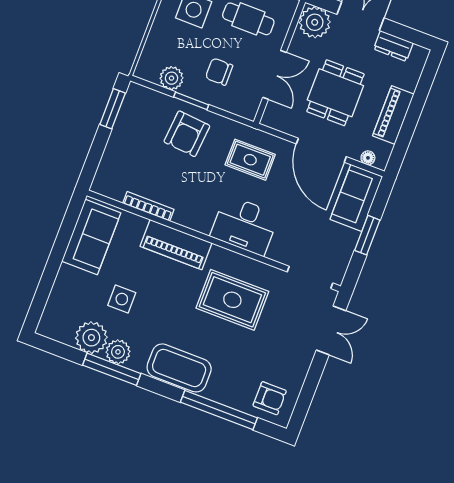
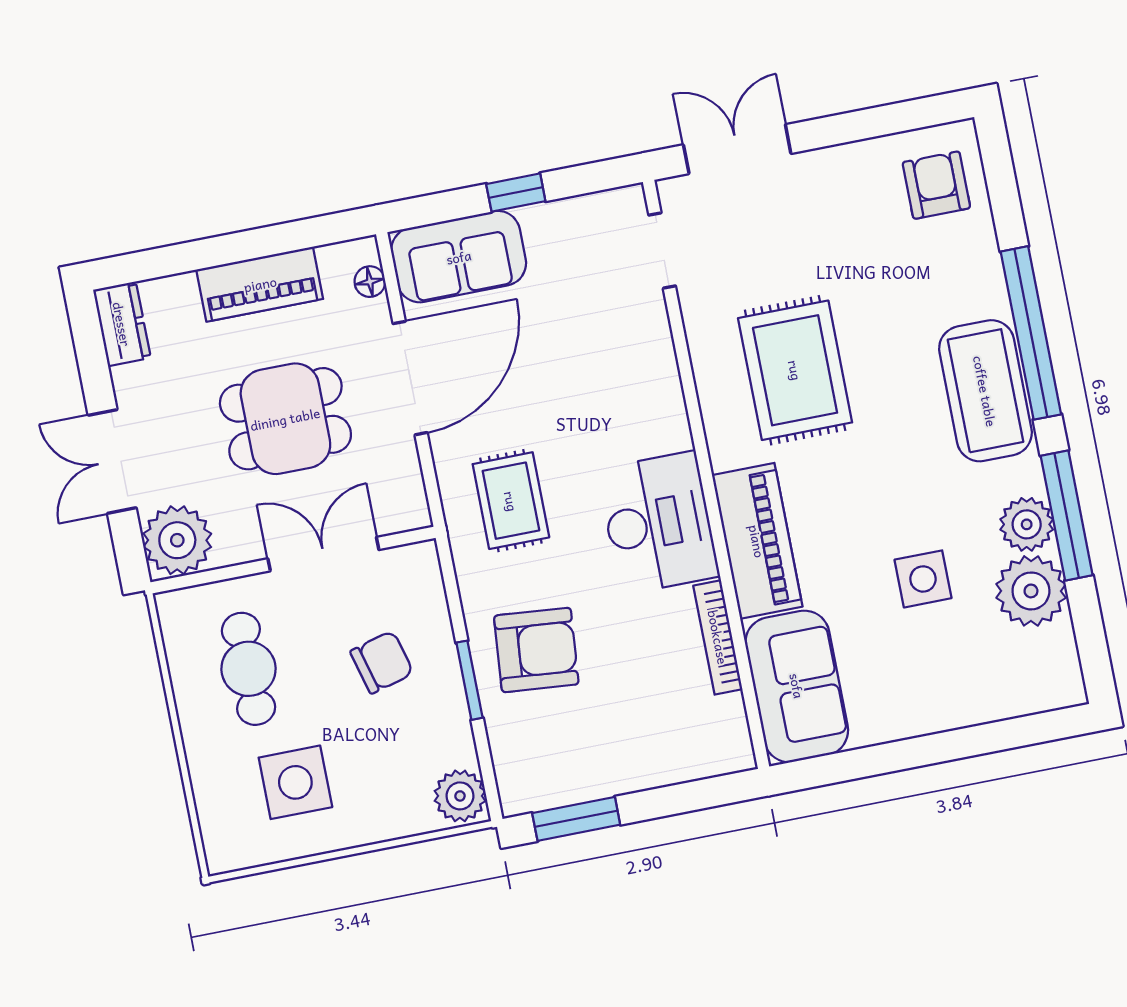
dresser: (393, 46) -> (122, 324), moved
chair: (219, 72) -> (382, 662), turned -105
plant: (171, 78) -> (460, 796), moved
desk: (245, 225) -> (658, 523), moved
window: (367, 235) -> (516, 193), width x0.67
sofa: (91, 237) -> (797, 686), moved, turned 90
doorway: (310, 277) -> (662, 250), width x0.73
window: (219, 410) -> (1031, 333), moved

